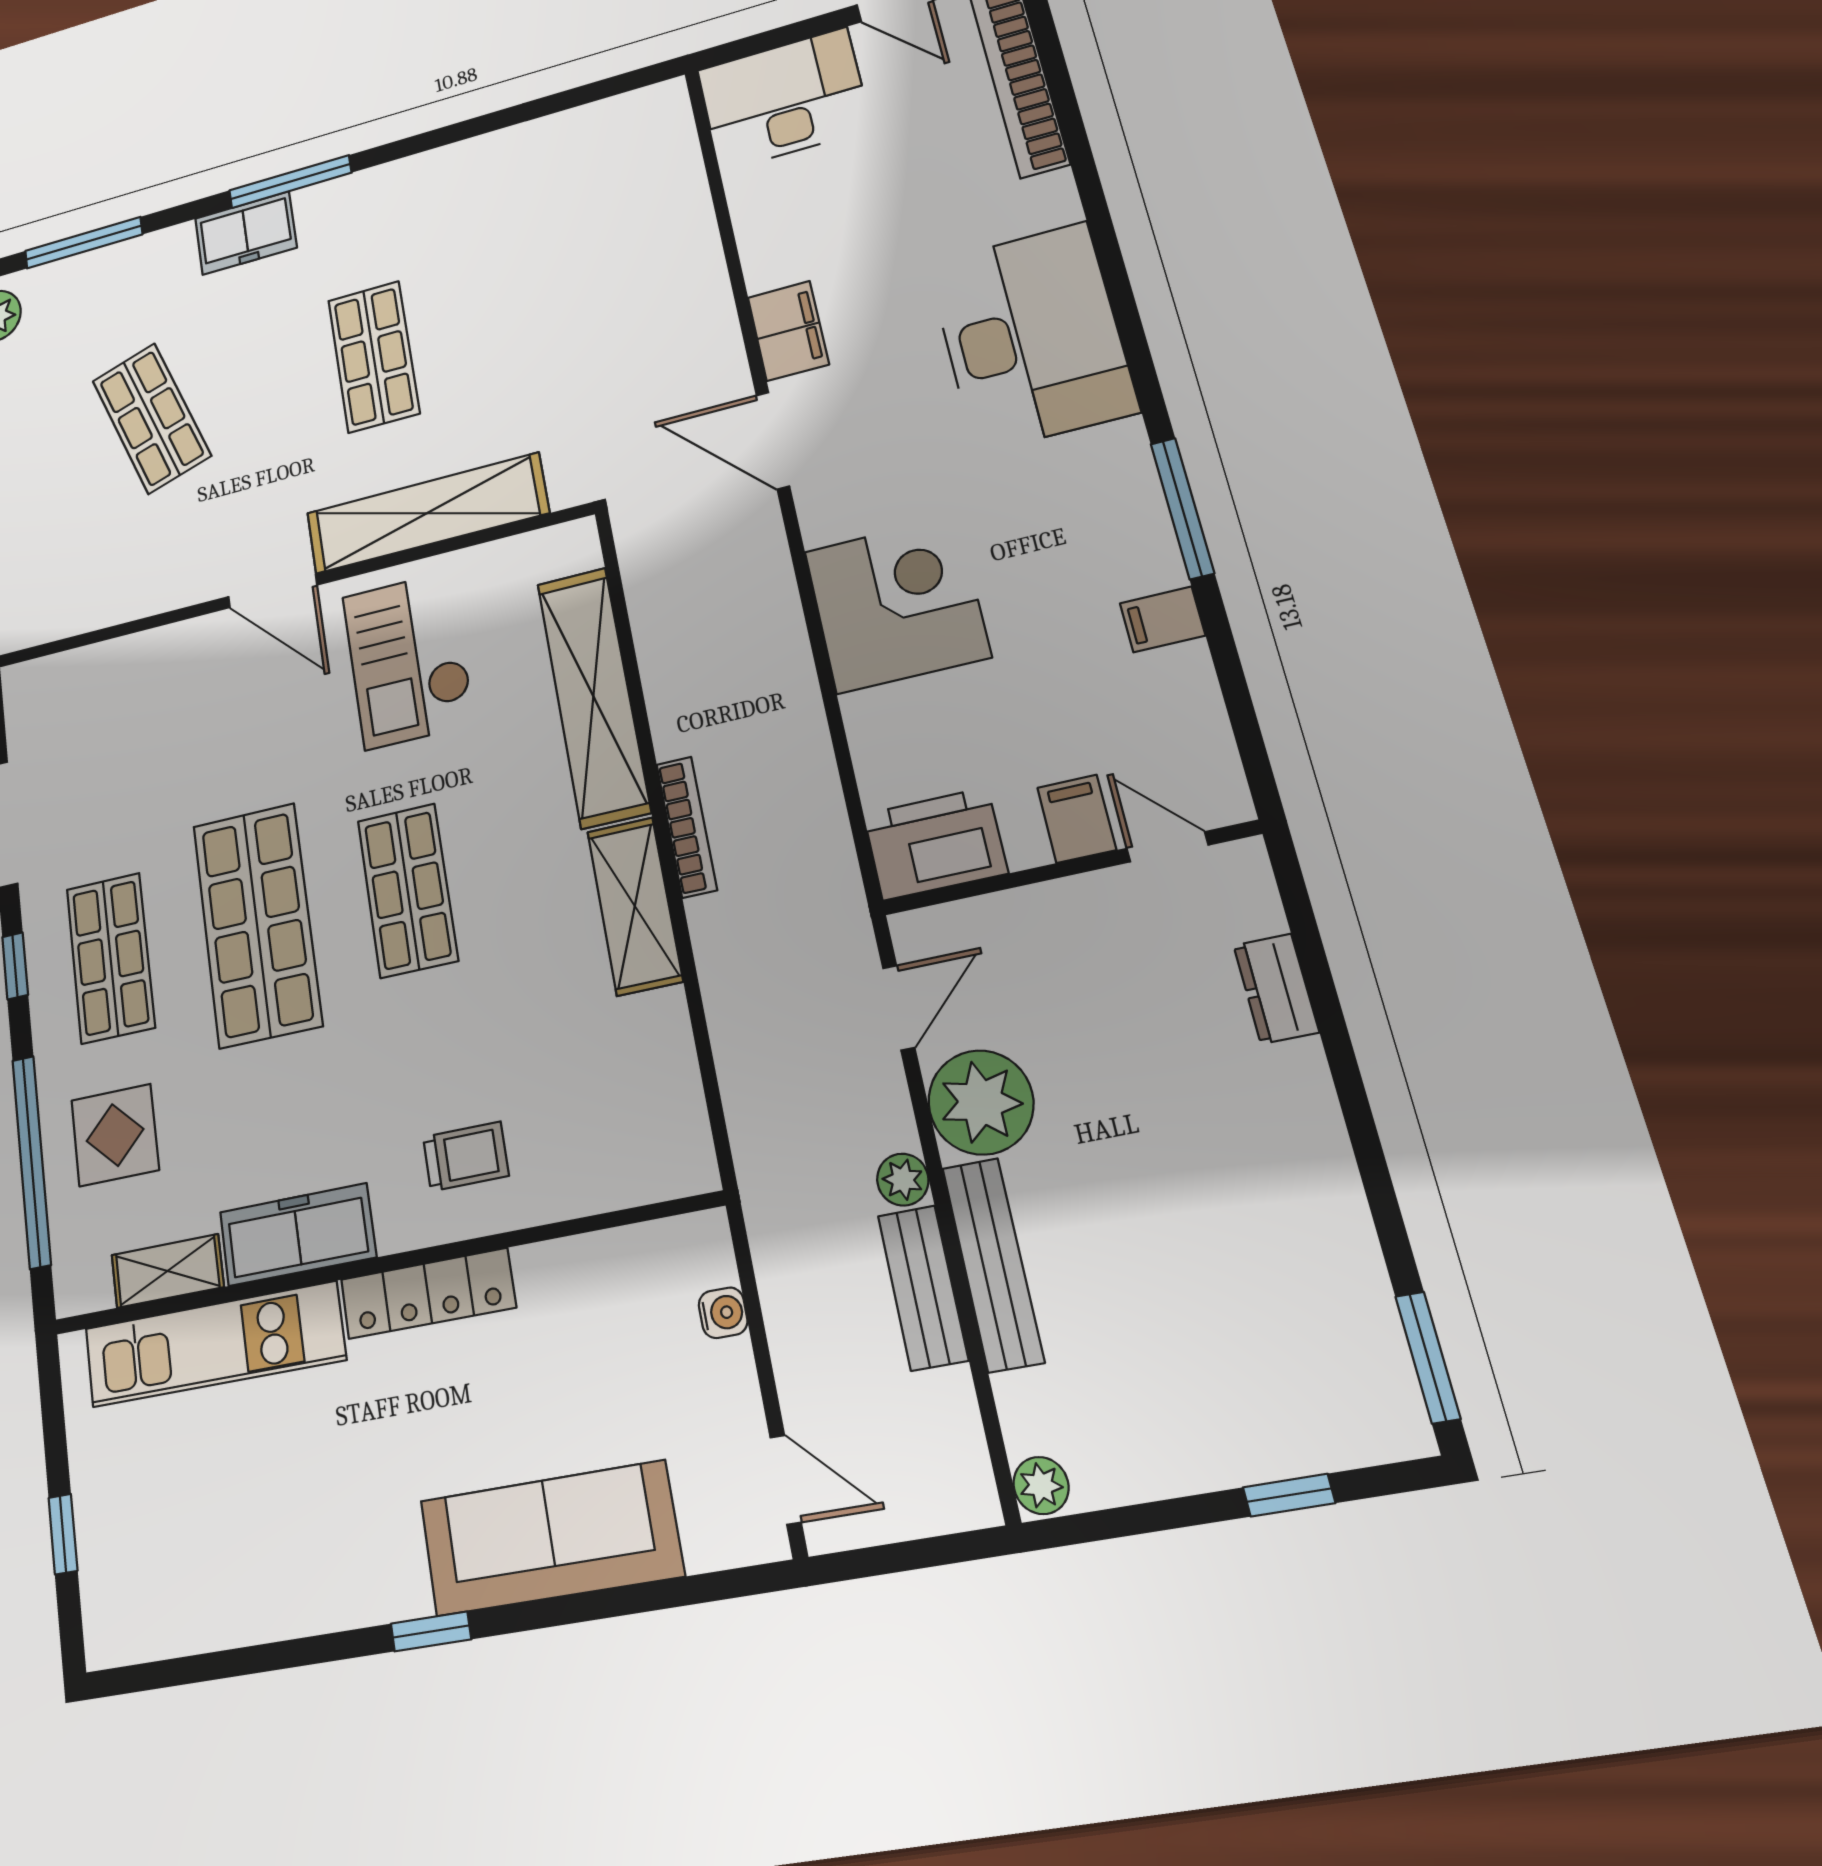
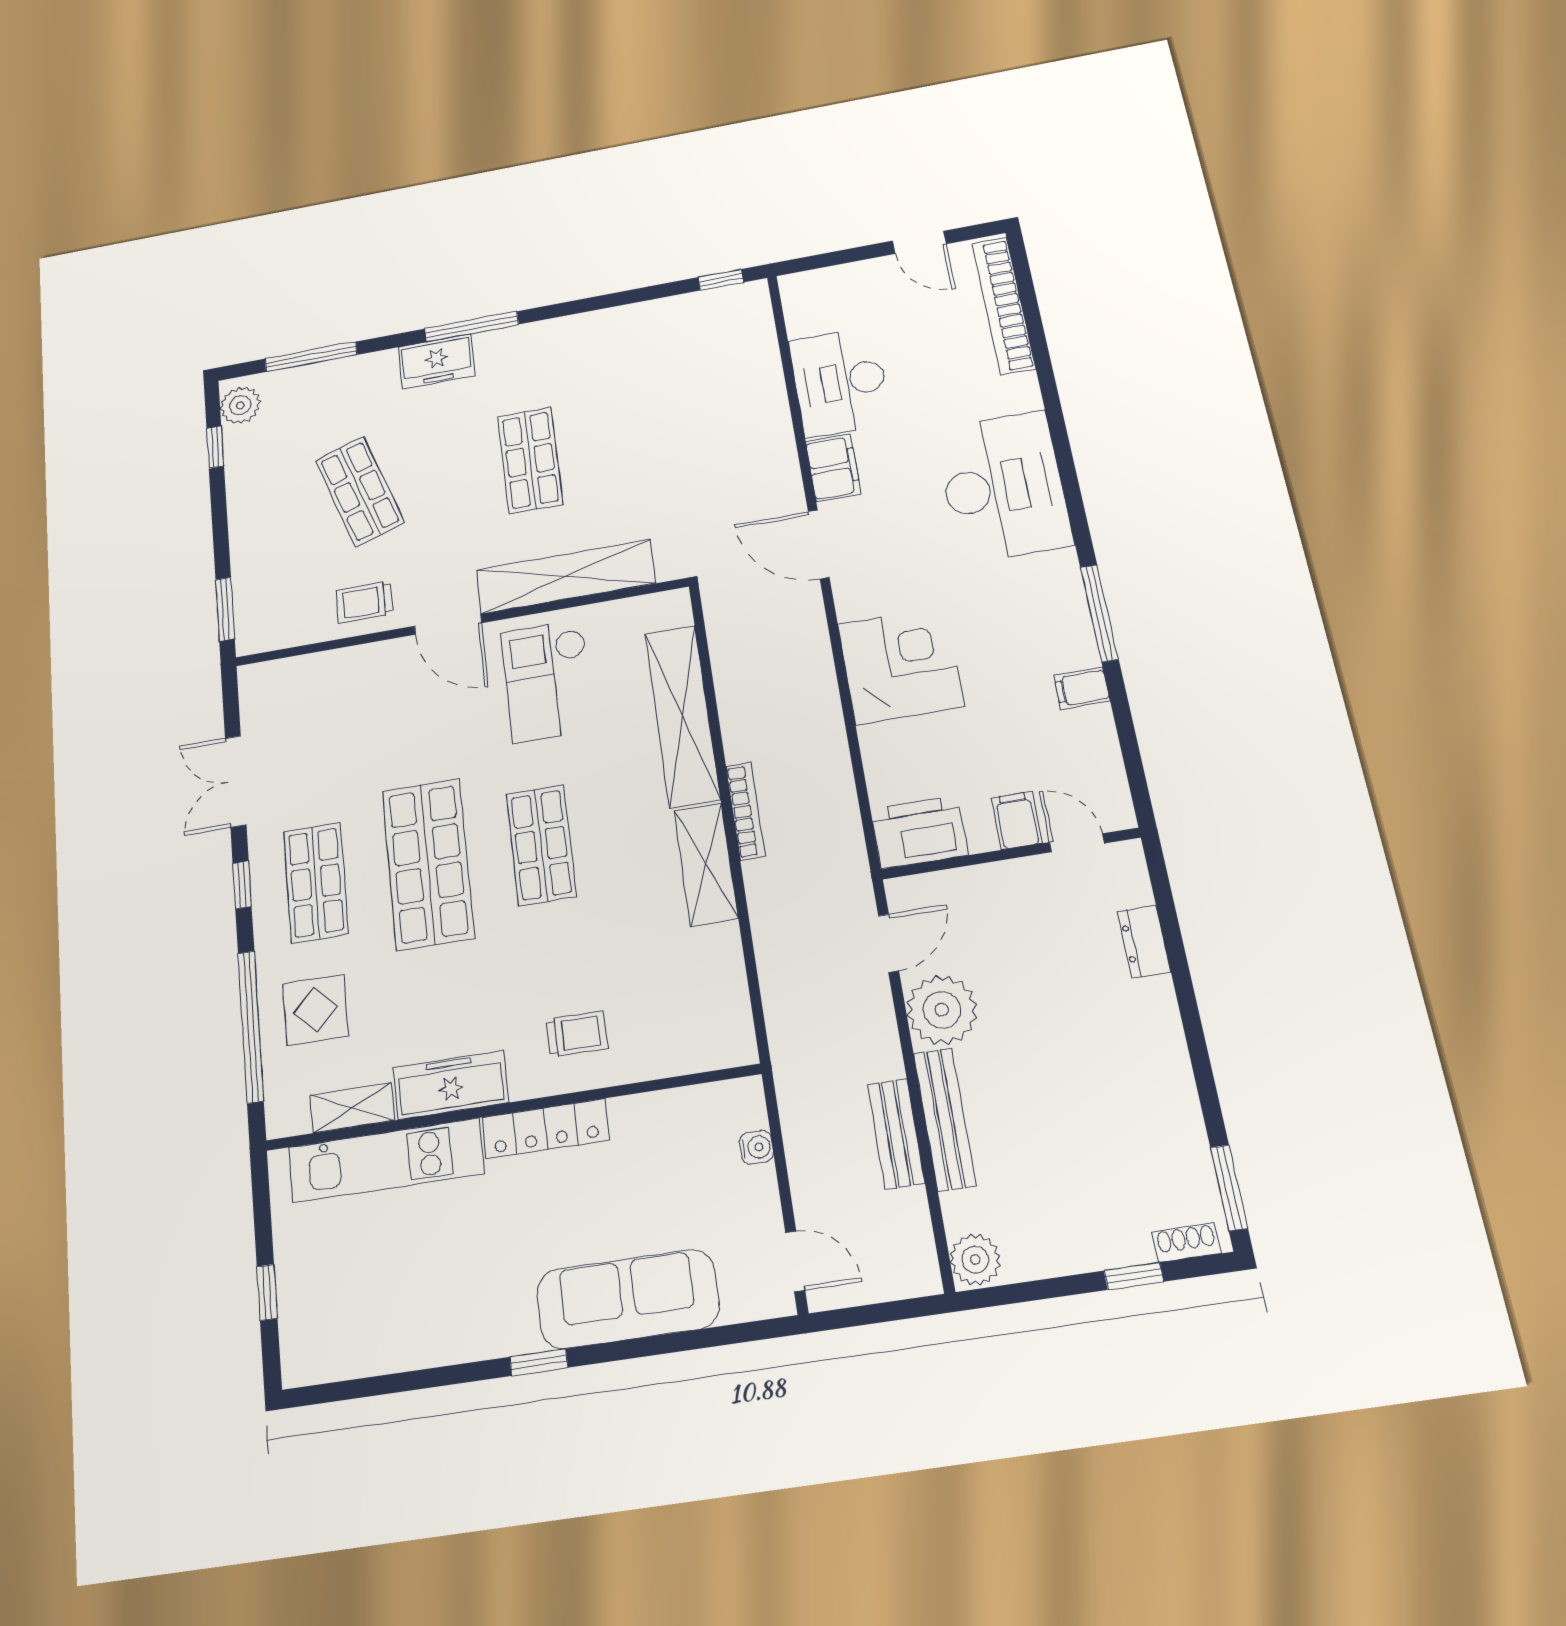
window: (621, 84) -> (721, 280), added
desk: (784, 99) -> (840, 382), moved, turned -90
trolley: (162, 568) -> (365, 602), added
plant: (903, 1180) -> (886, 1060), removed
shoe rack: (1367, 1443) -> (1187, 1243), added
plant: (1041, 1486) -> (975, 1260), width x1.38, depth x1.38

